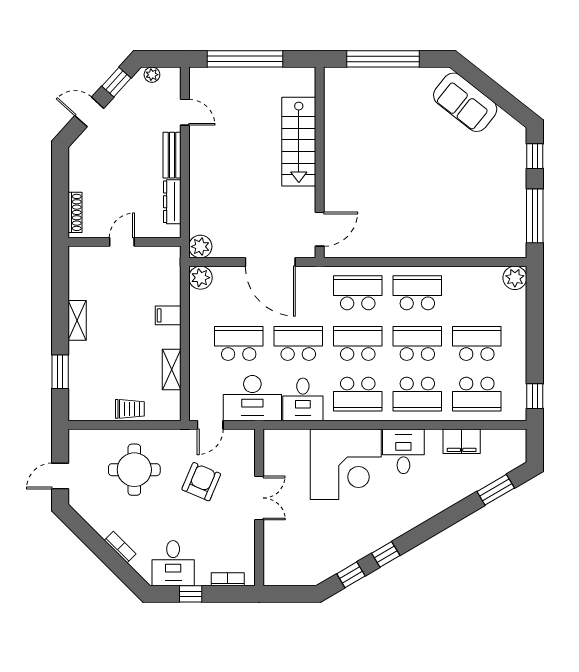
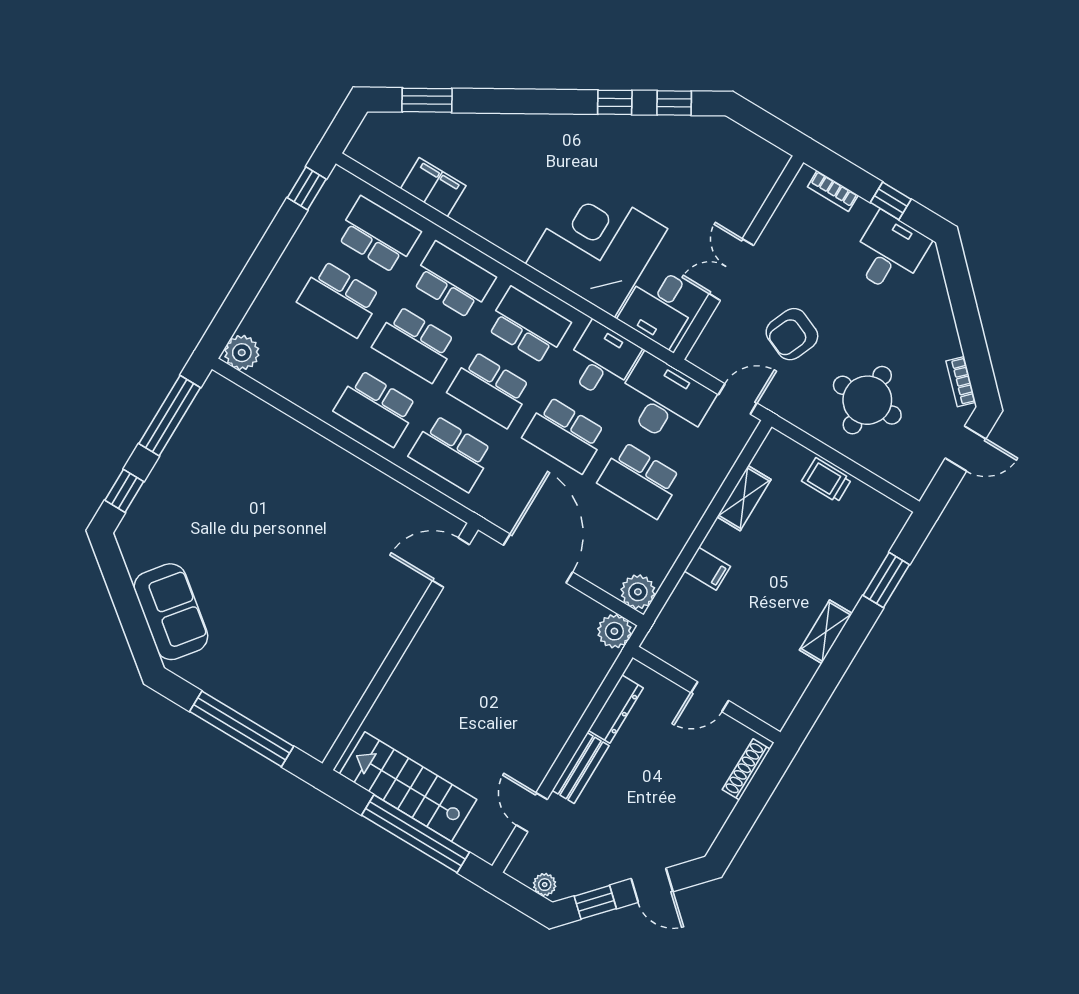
stairs: (299, 142) -> (408, 787), moved, turned -90
desk: (403, 451) -> (659, 306), moved
bookcase: (120, 547) -> (961, 382), moved

